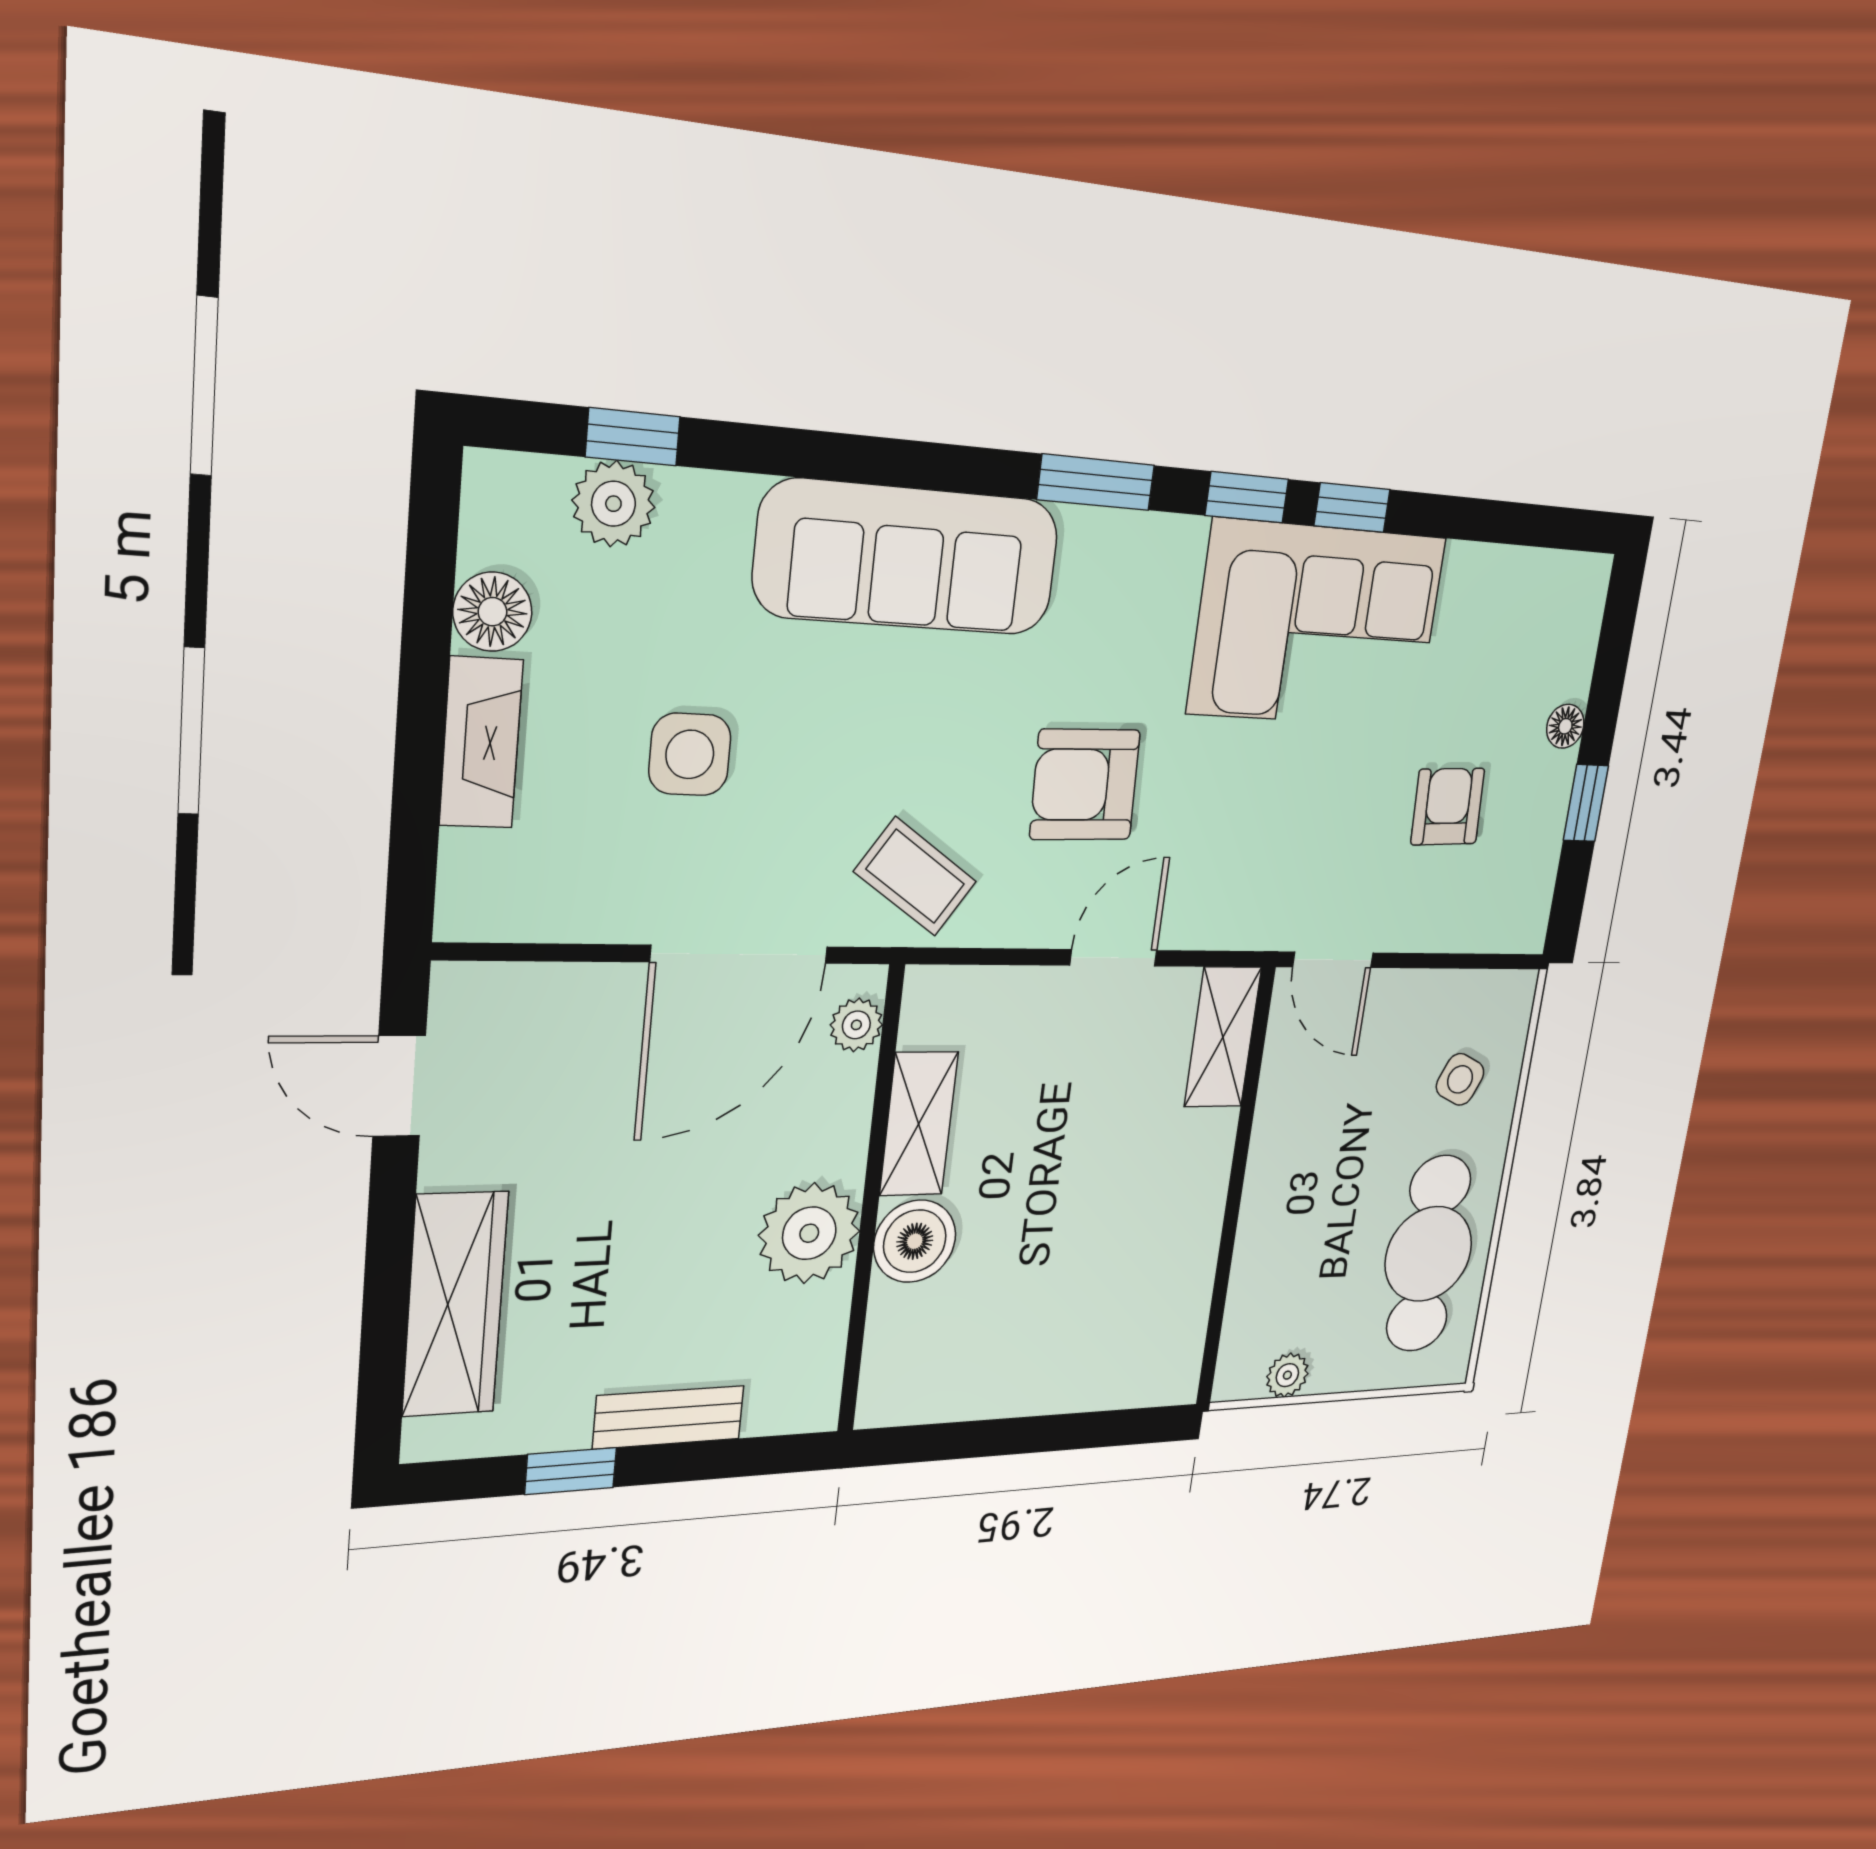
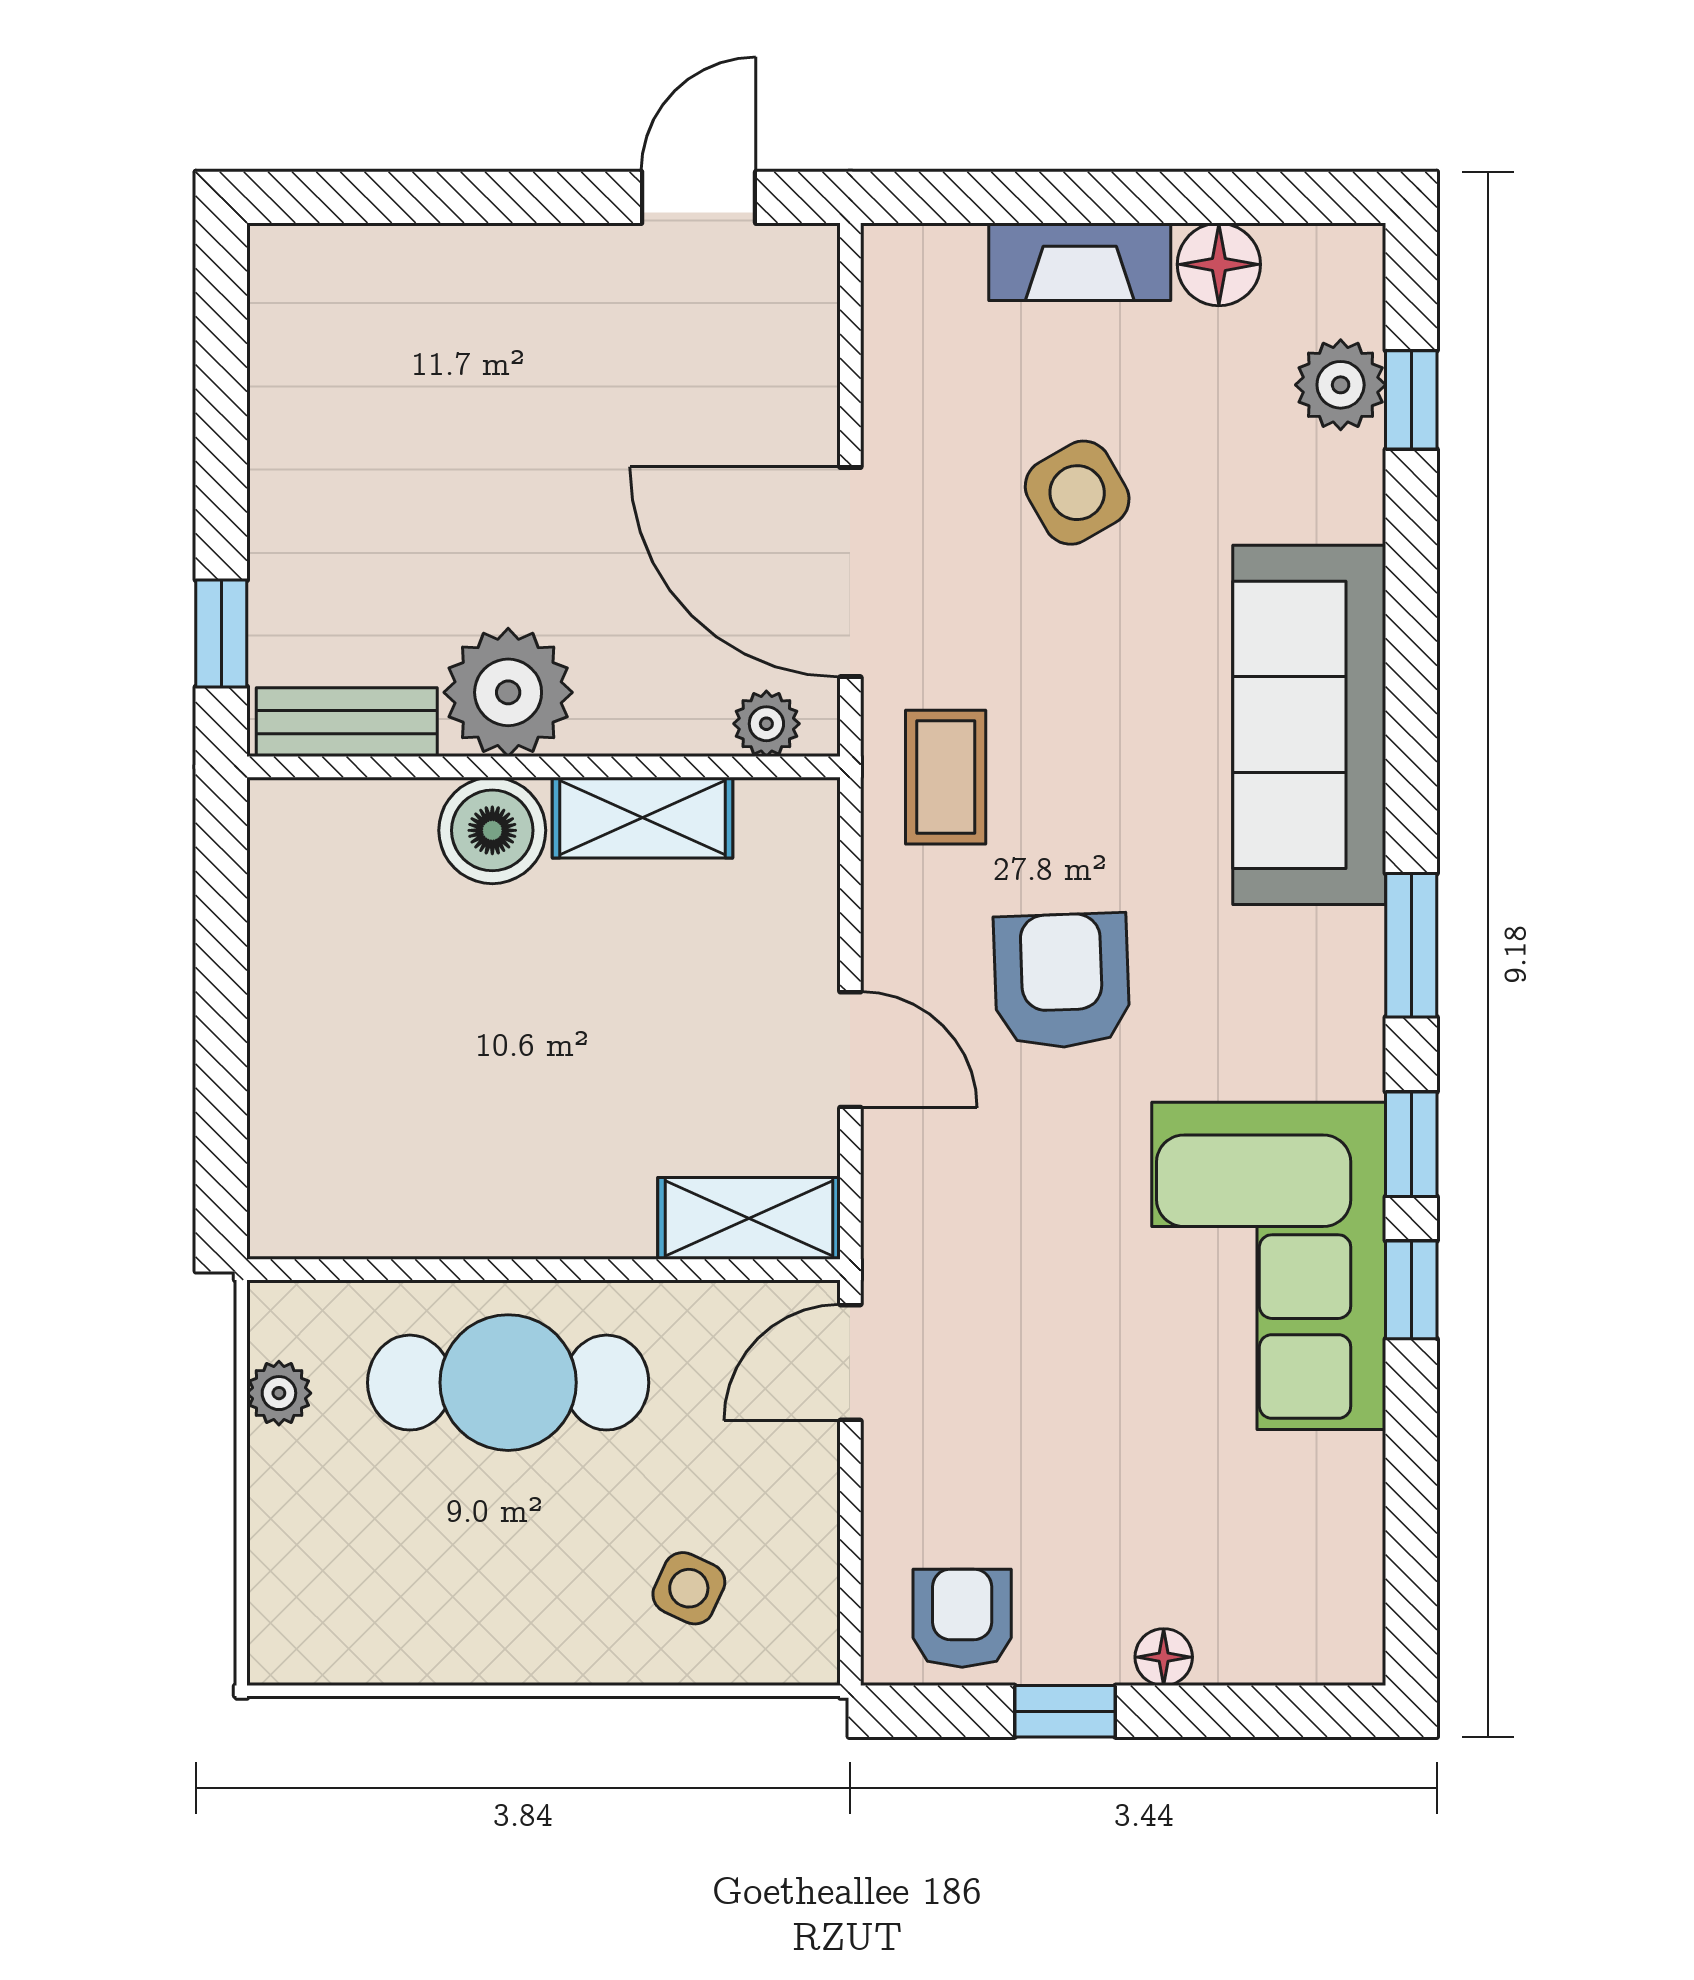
side table: (690, 754) -> (1077, 493), turned -30
armchair: (1448, 807) -> (962, 1618), moved, turned -87
coffee table: (915, 877) -> (946, 777), turned -34
cafe table: (1428, 1254) -> (508, 1383), moved
wardrobe: (455, 1304) -> (439, 275), removed
bench: (669, 1417) -> (347, 722), moved, turned 90
window: (571, 1471) -> (221, 633), moved

